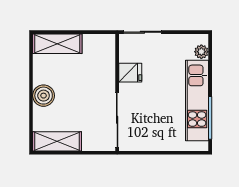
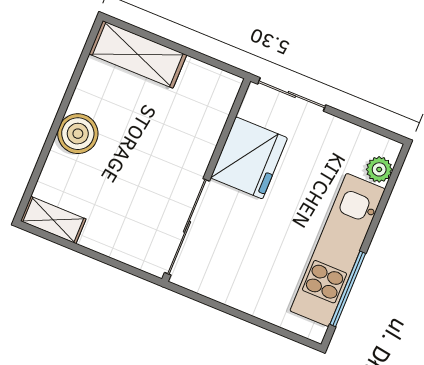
fridge: (130, 73) -> (249, 158), width x1.88, depth x1.34
shelving: (57, 141) -> (53, 220), width x0.67, depth x0.75

